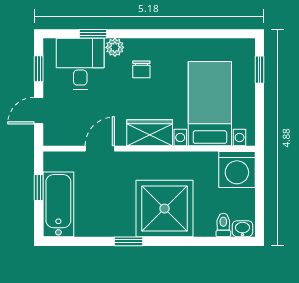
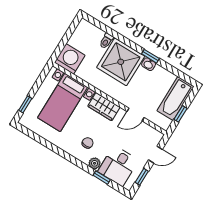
toilet: (223, 225) -> (106, 41), moved
washbasin: (242, 229) -> (149, 64), moved

